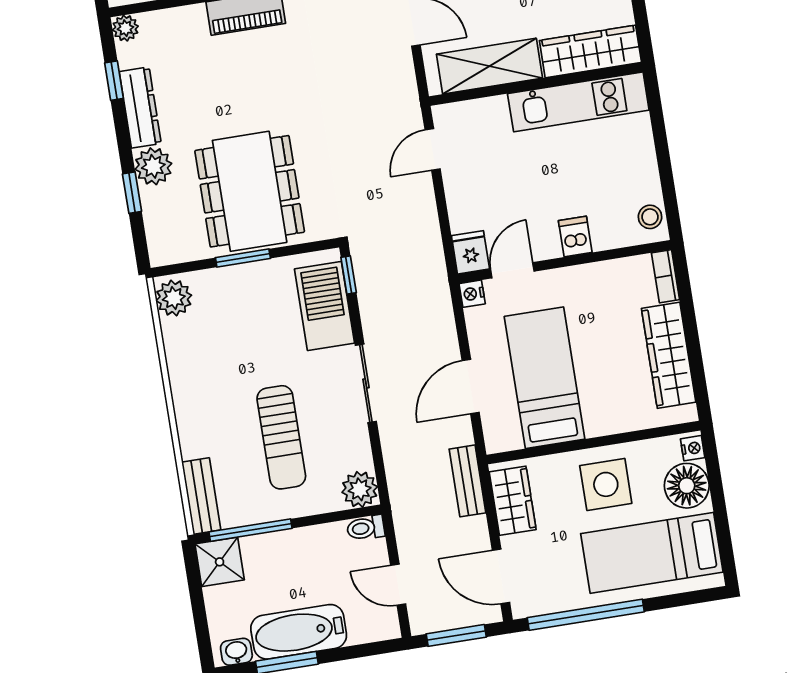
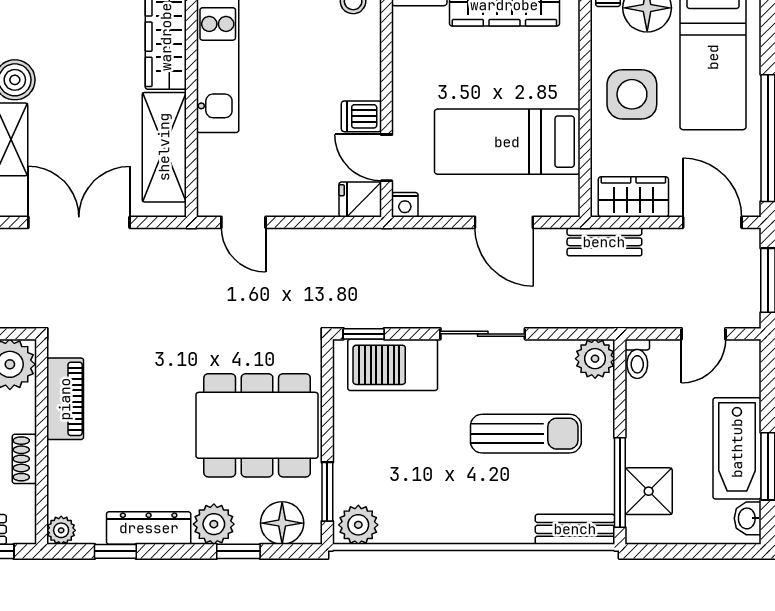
floor lamp: (164, 228) -> (282, 523), added
dishwasher: (575, 237) -> (361, 116), moved
window: (243, 258) -> (327, 492), moved
shower: (220, 562) -> (649, 491), moved
door: (501, 576) -> (712, 222), swing flipped

